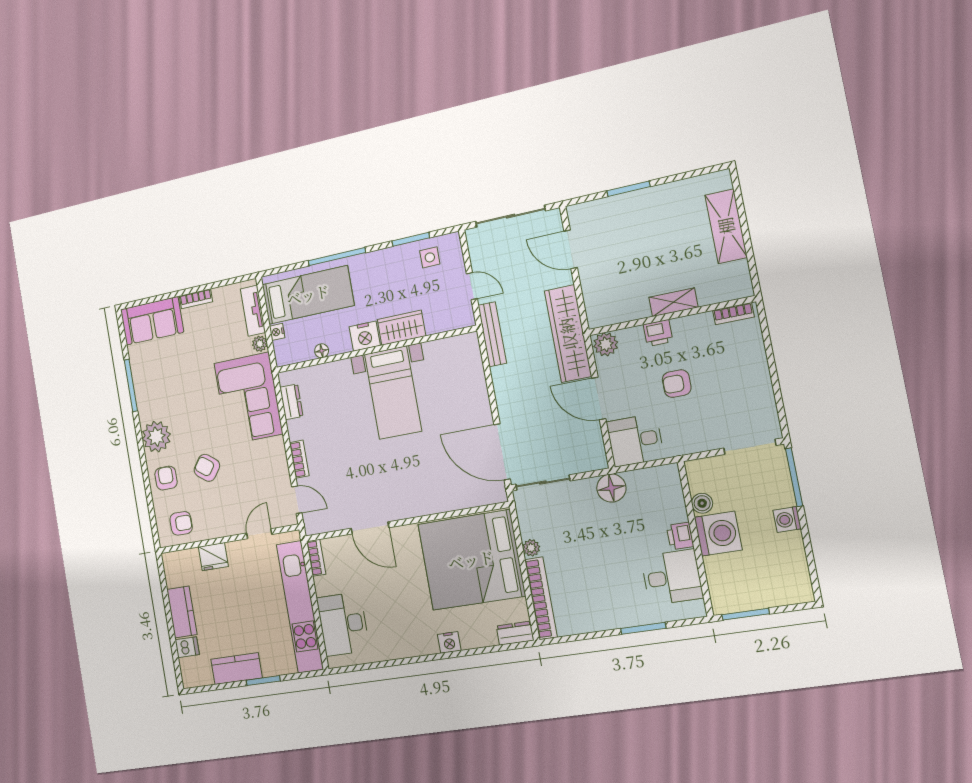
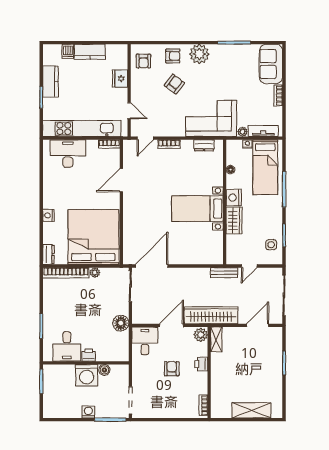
shelving: (673, 302) -> (216, 339), moved
bench: (492, 334) -> (224, 273), width x0.73

